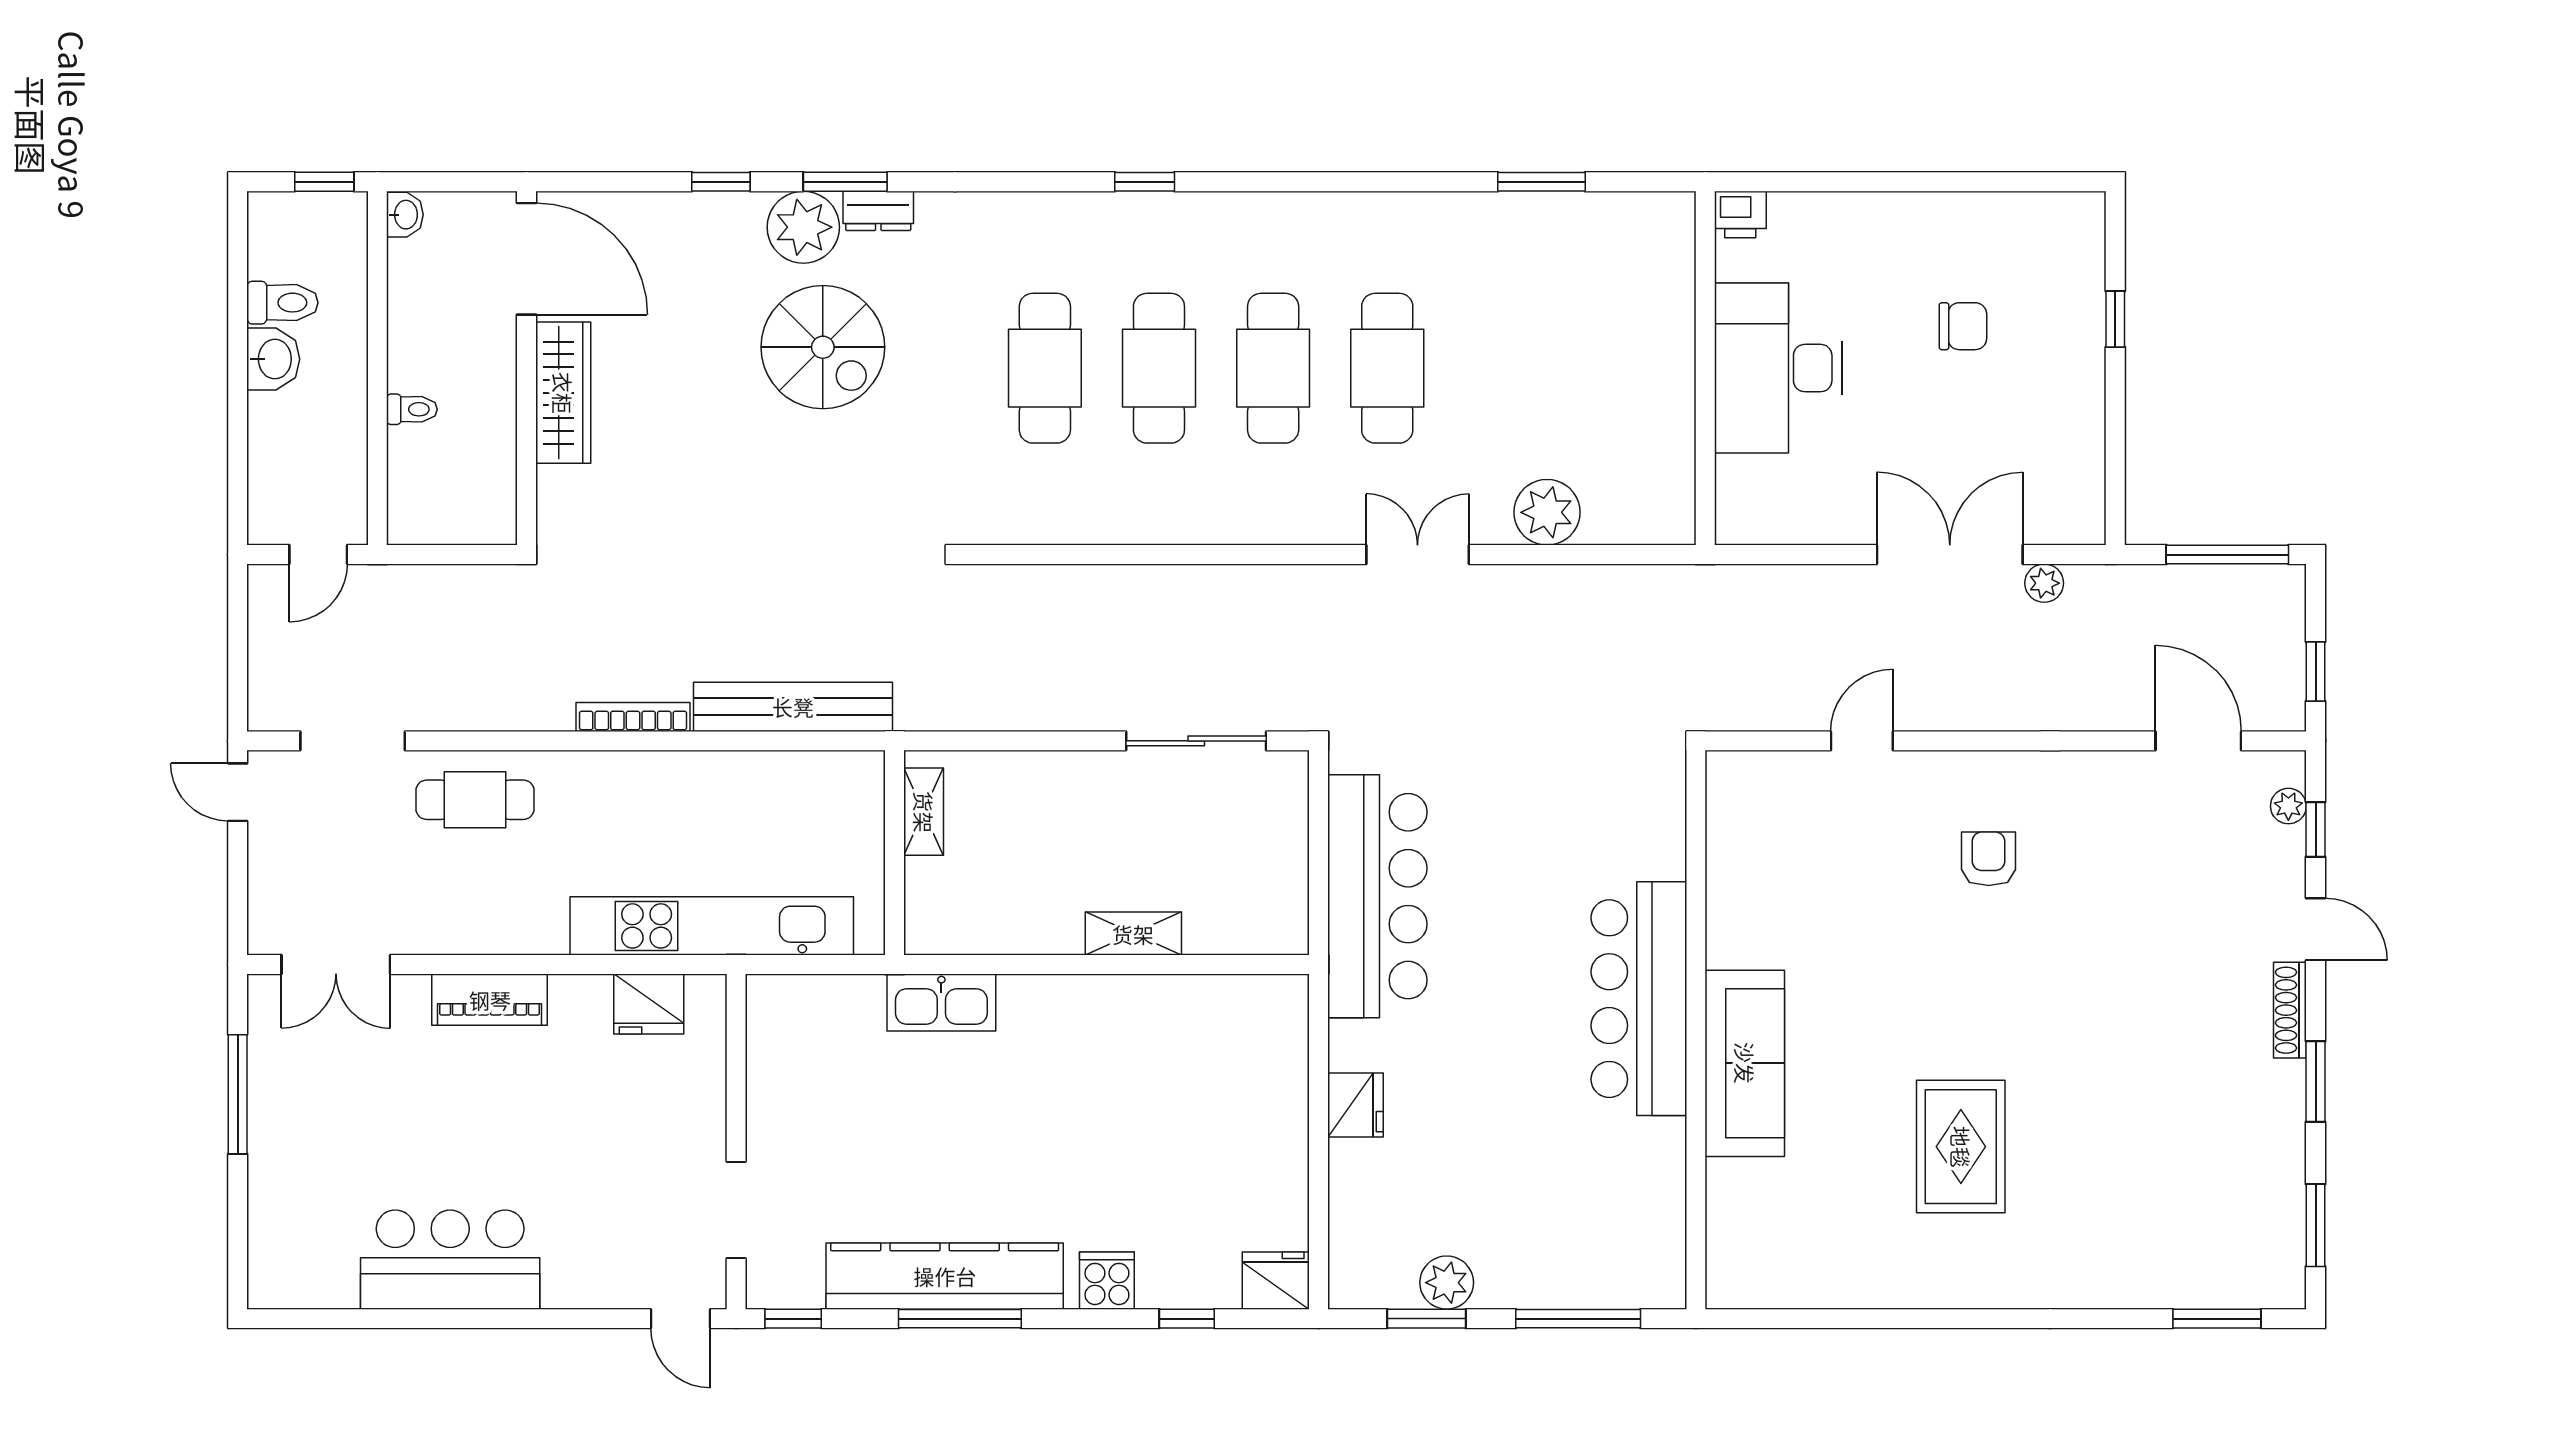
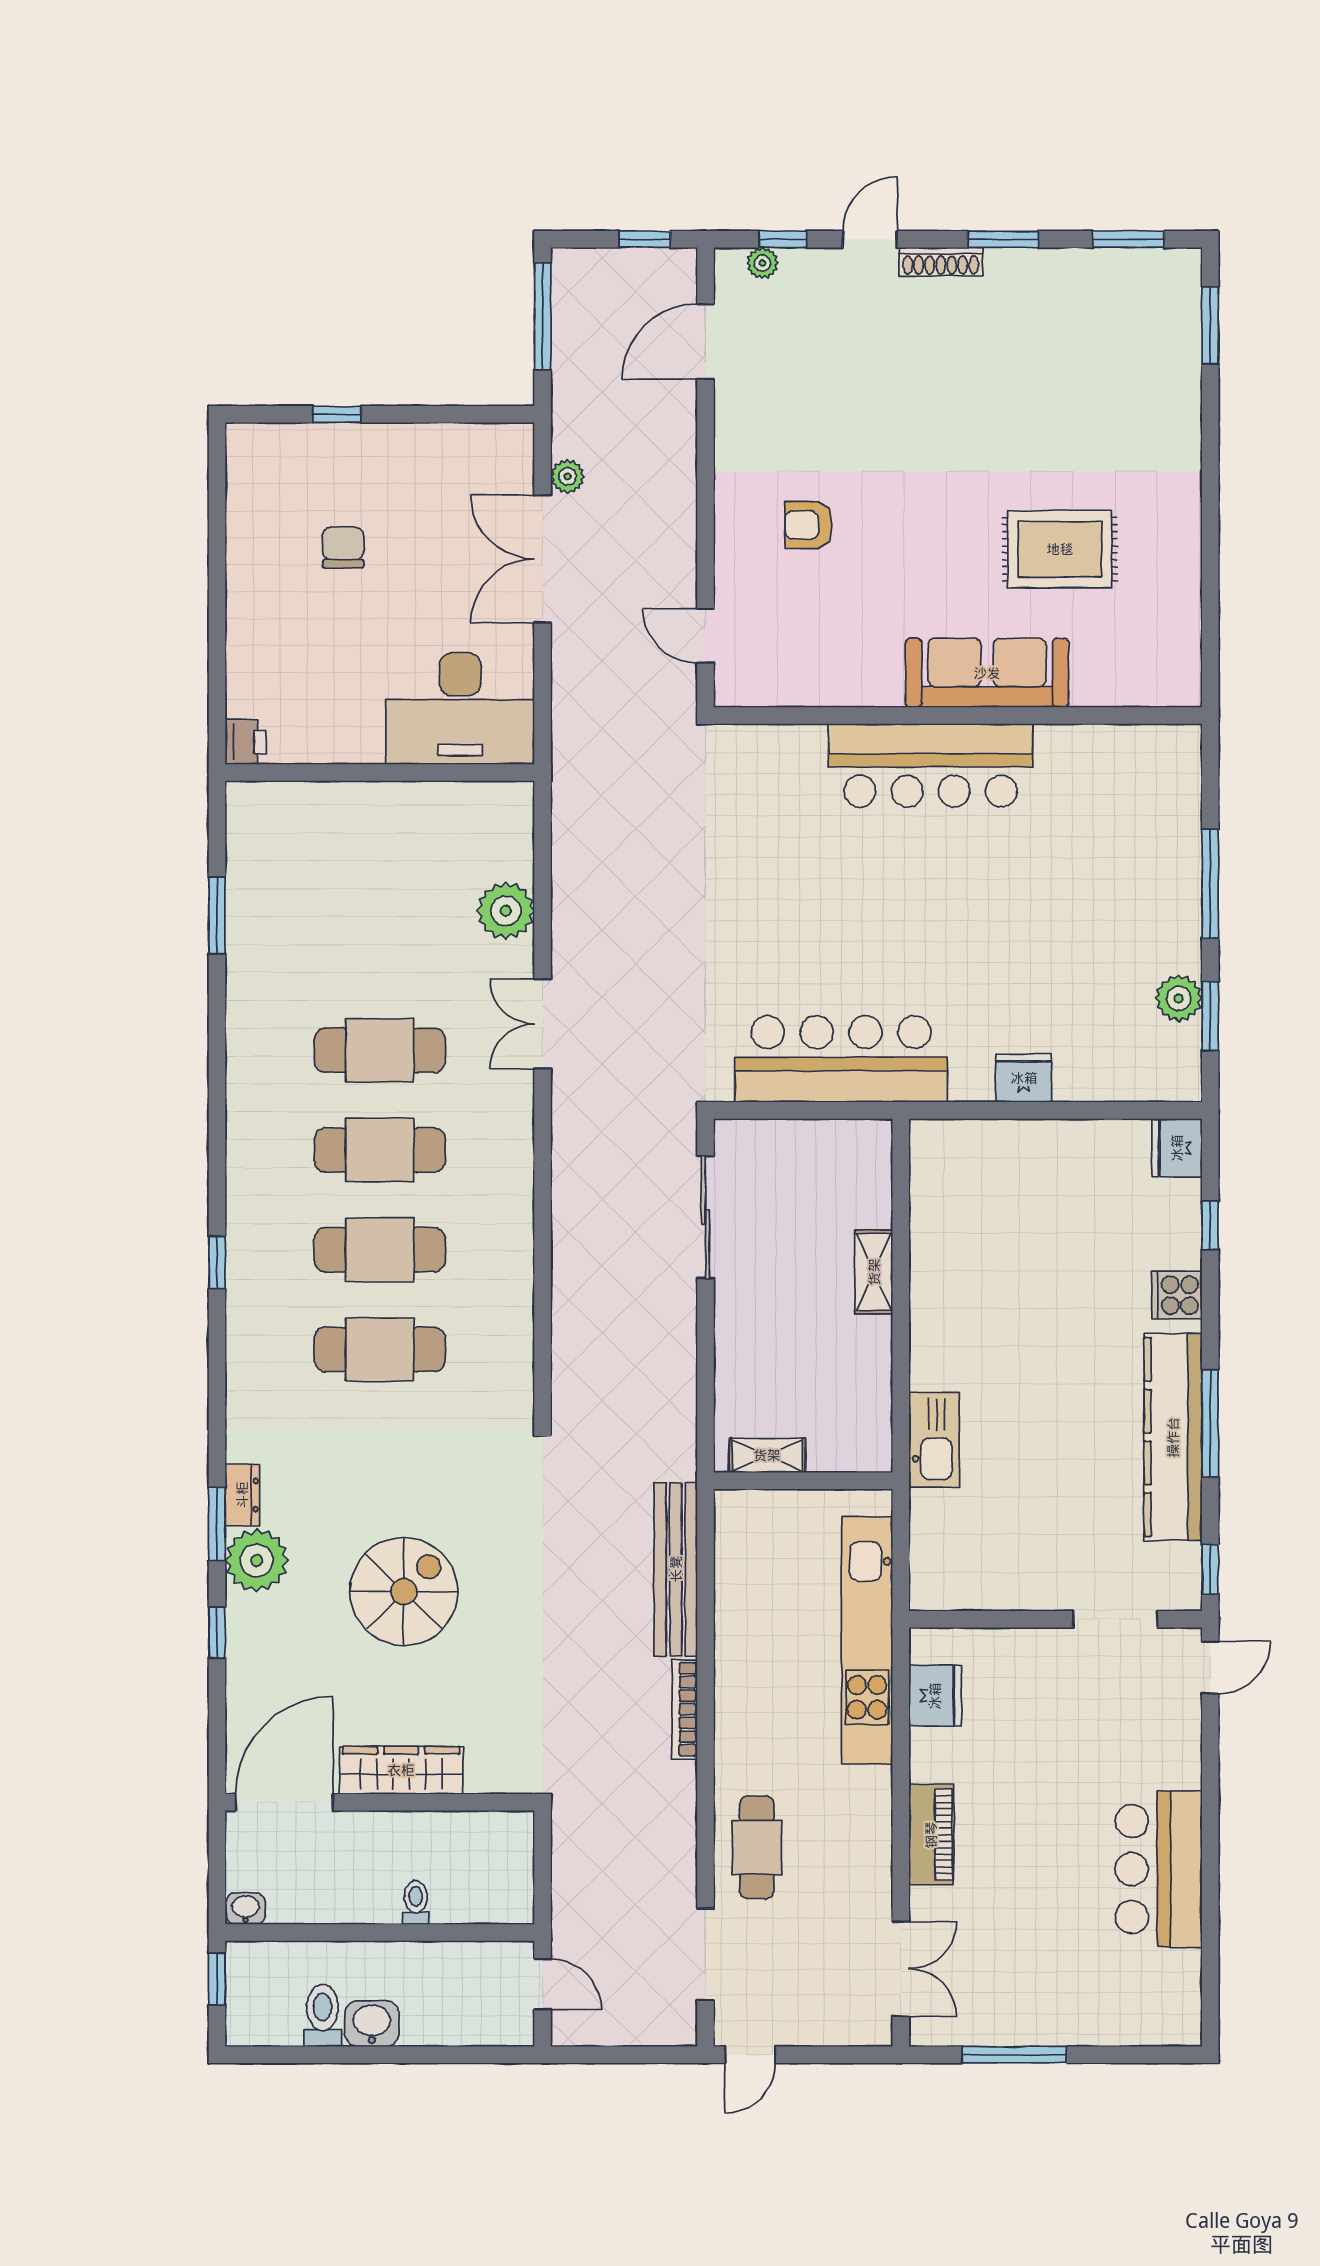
spiral stairs: (823, 347) -> (404, 1592), moved
desk: (1778, 368) -> (460, 709), moved
bar counter: (1639, 999) -> (931, 765), moved
wall: (1696, 1030) -> (958, 716), moved
sofa: (1745, 1063) -> (987, 673), moved

